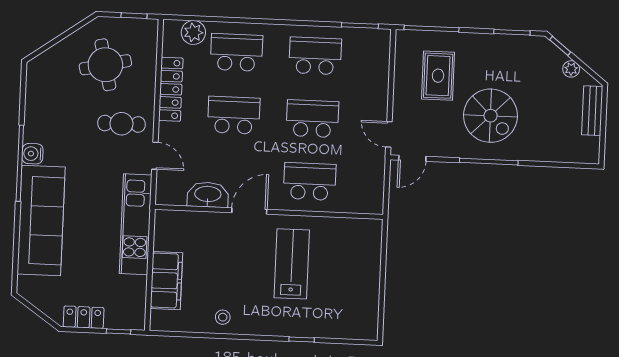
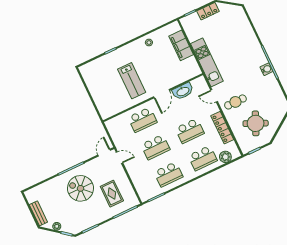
round table: (105, 65) -> (256, 123), turned 37
sofa: (41, 221) -> (248, 43), removed

